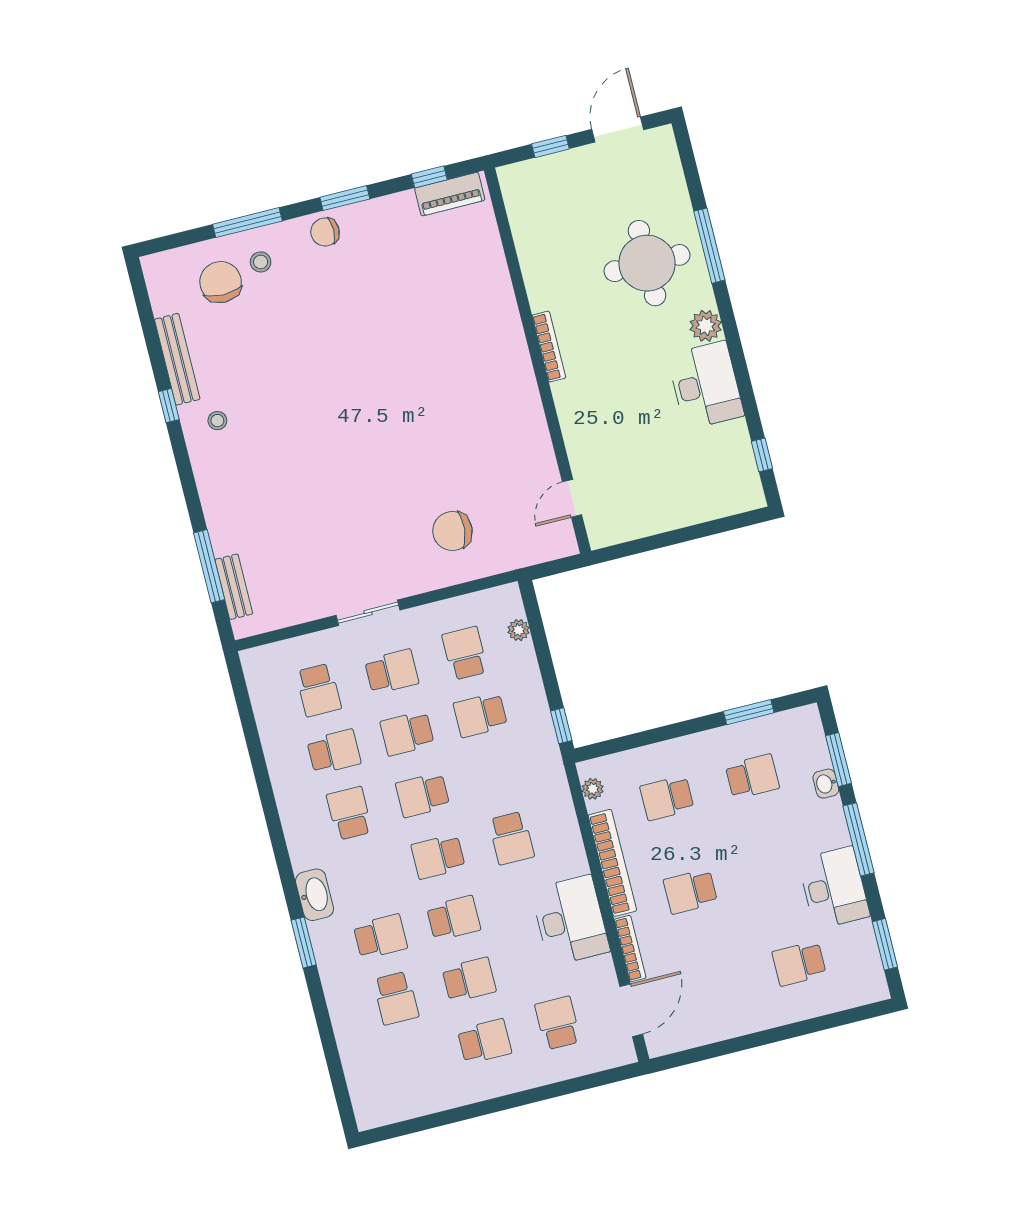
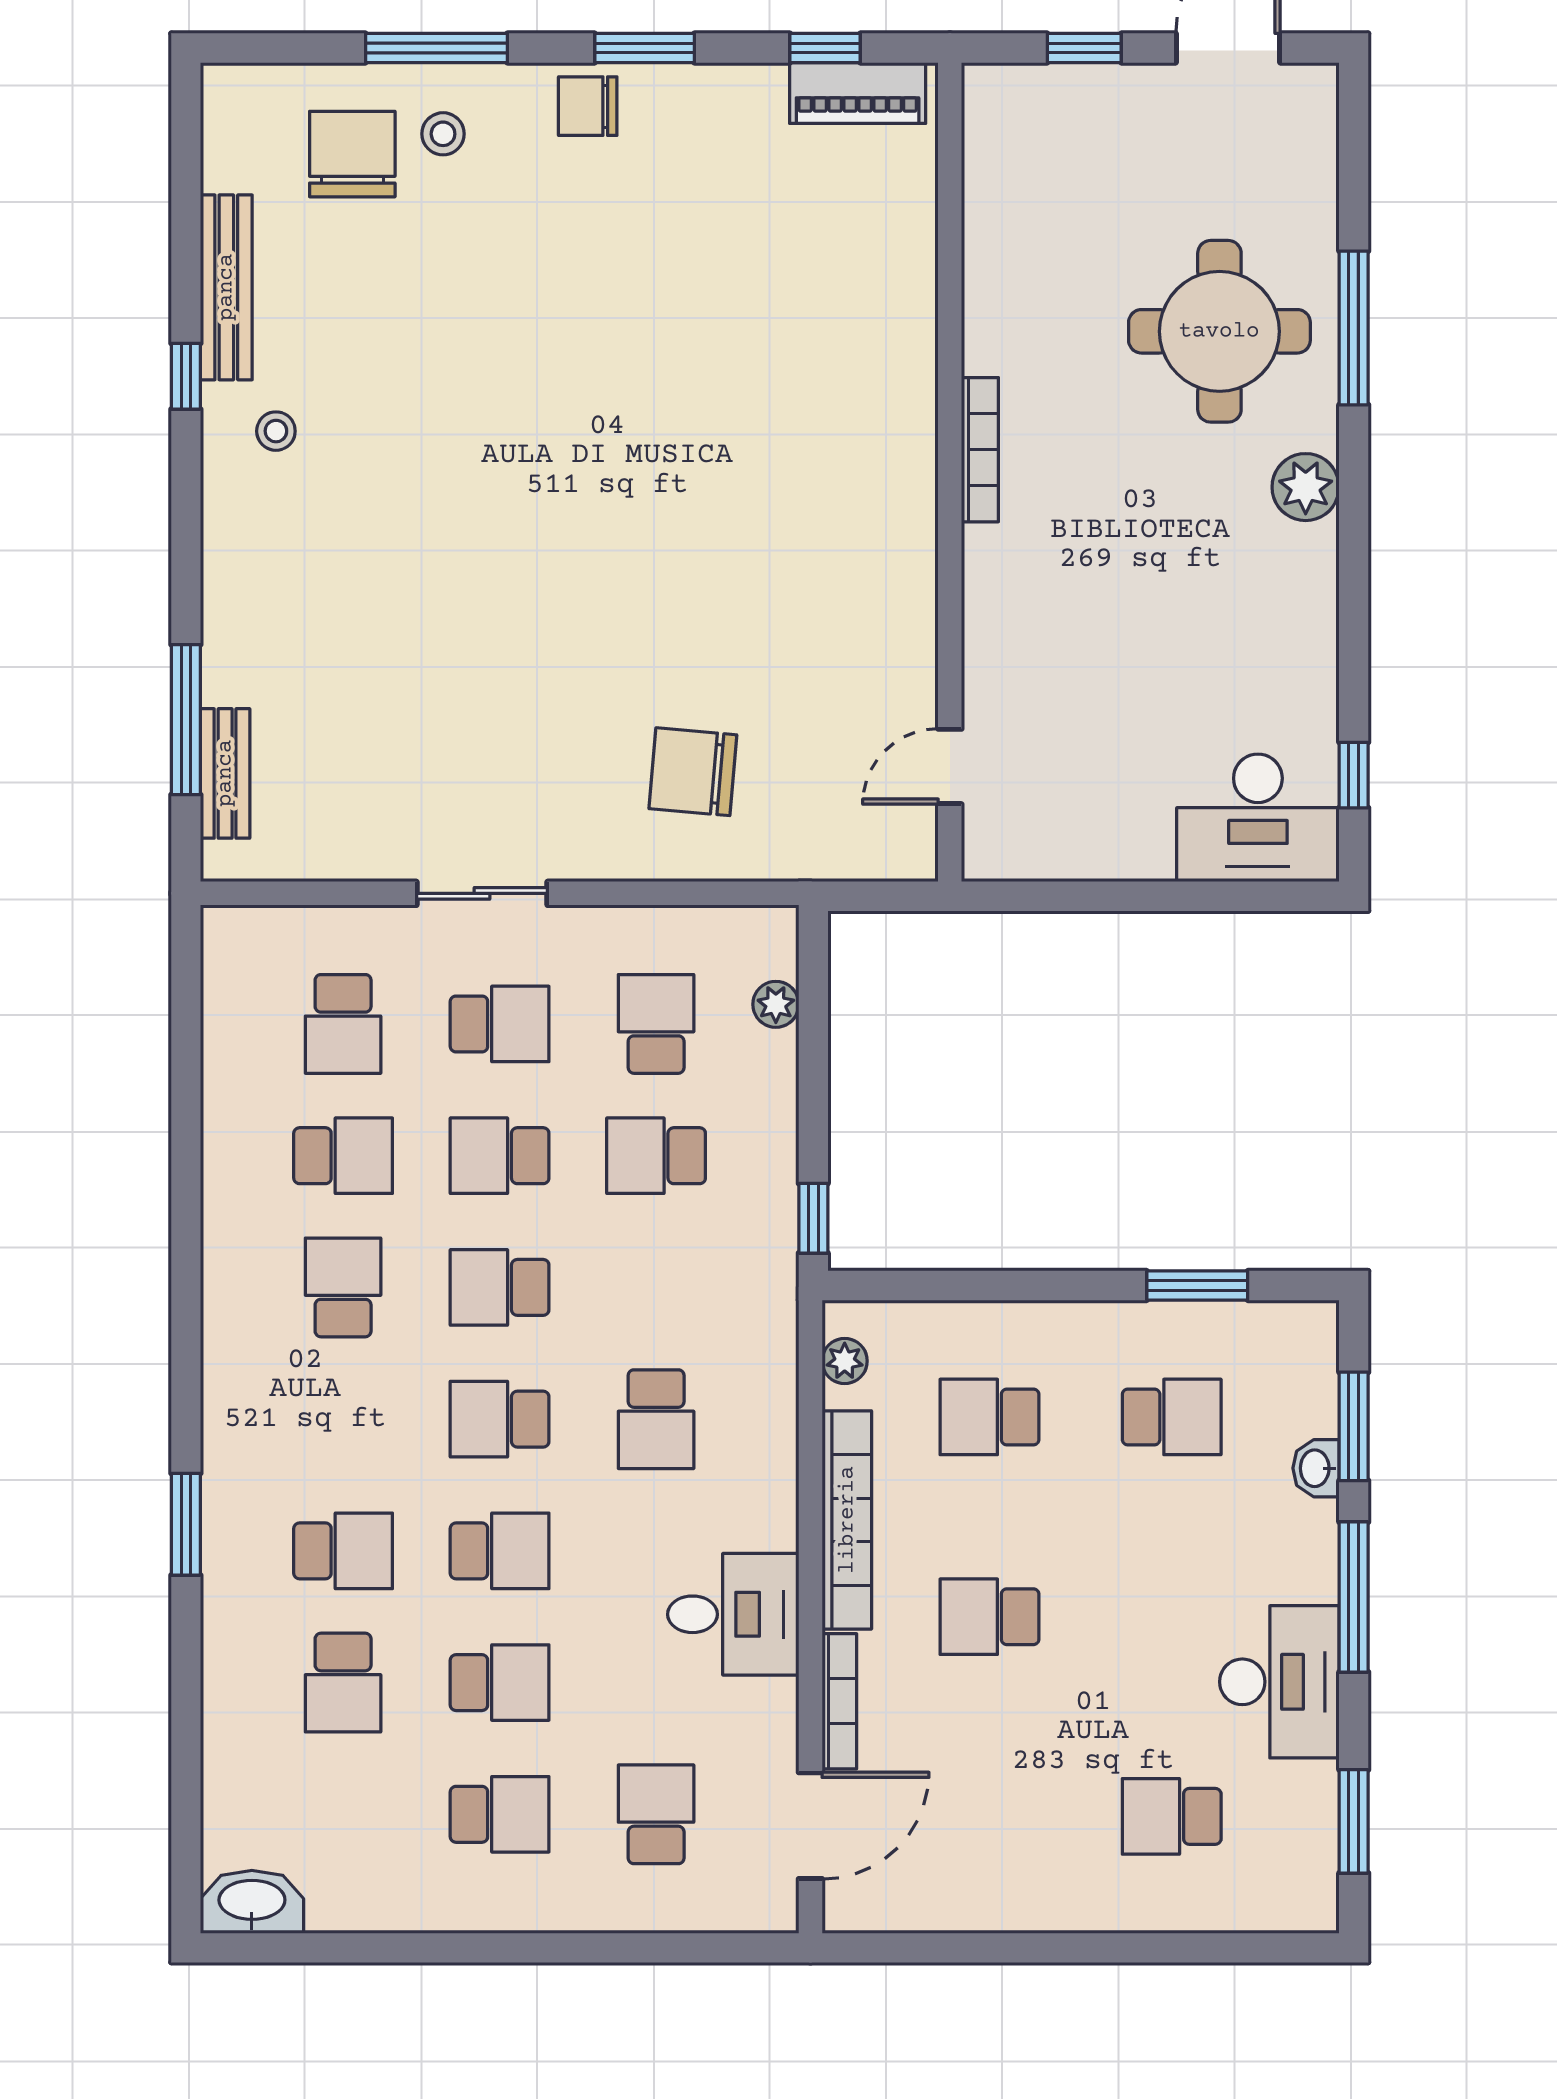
desk: (705, 385) -> (1258, 818), moved, turned 90
washbasin: (315, 895) -> (252, 1902), moved, turned -90
desk: (570, 920) -> (733, 1614), width x0.73

